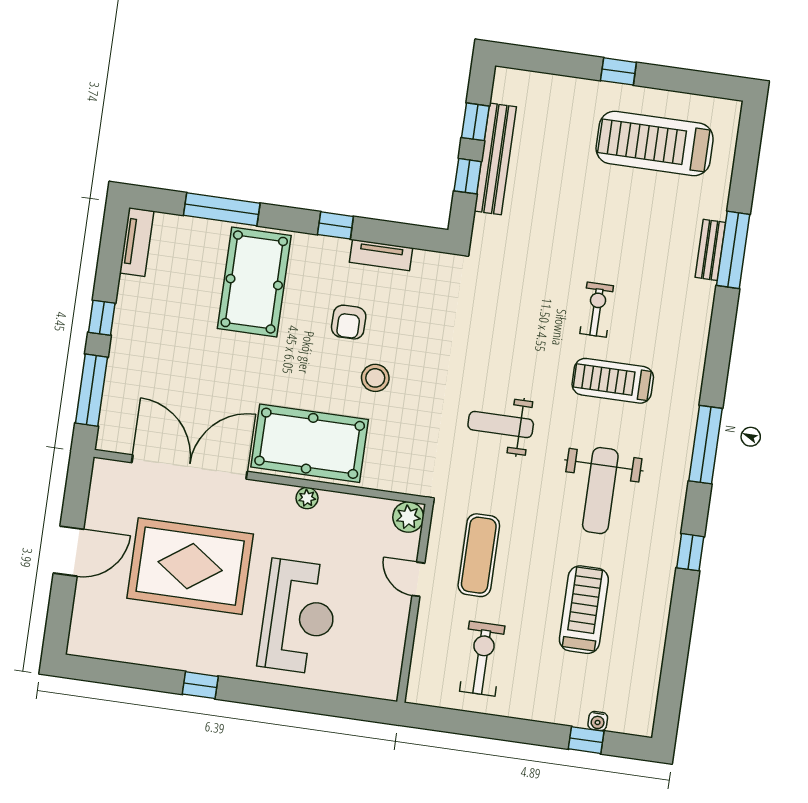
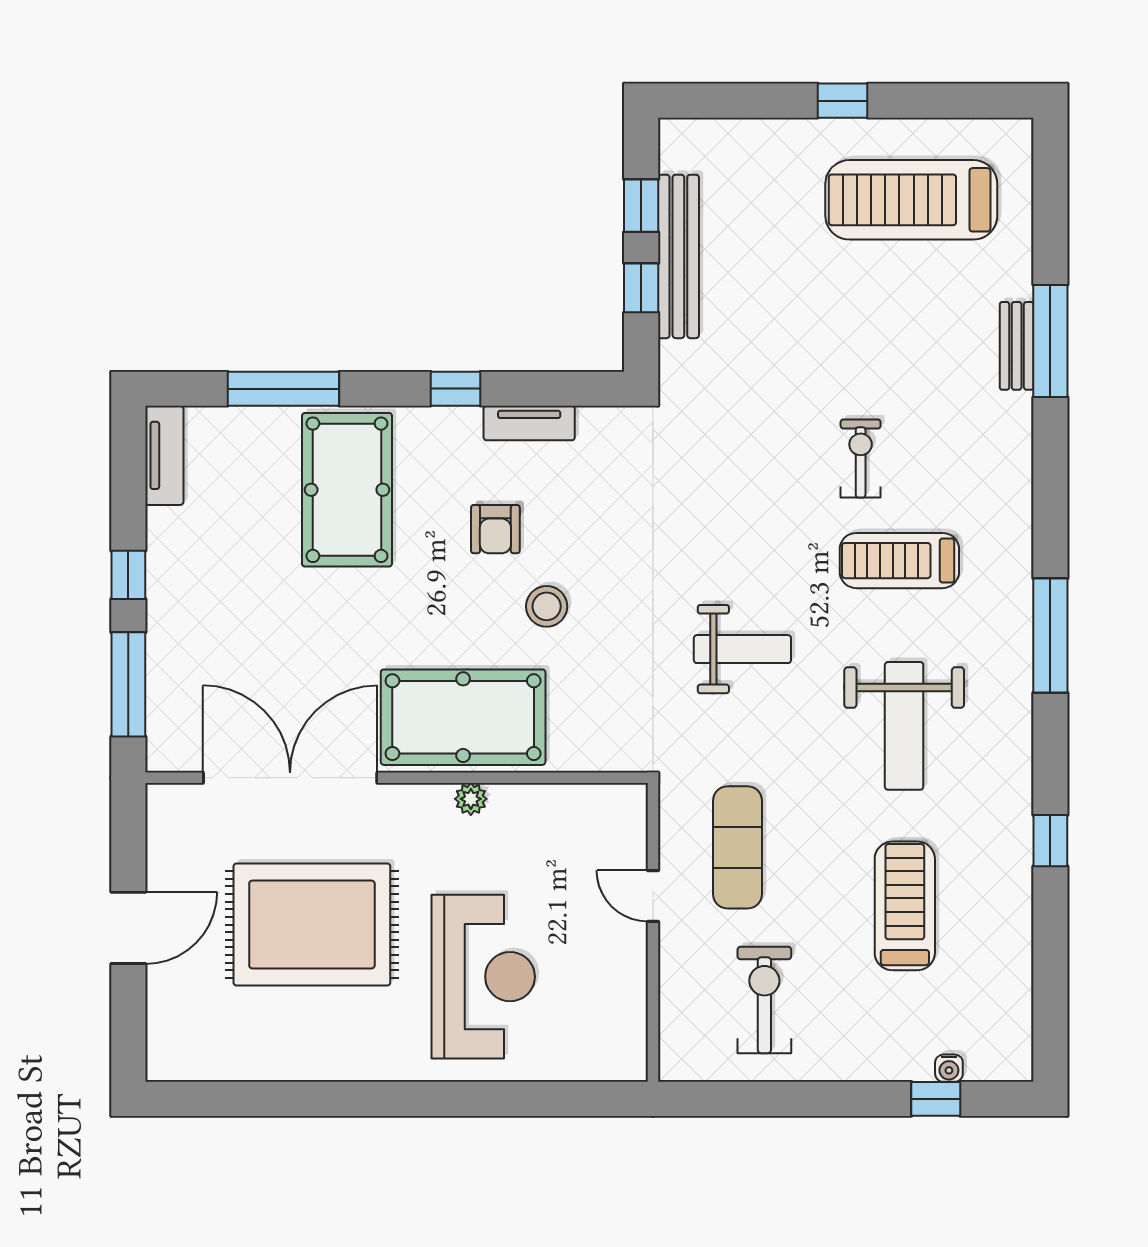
weight bench: (501, 425) -> (742, 649), turned 180
plant: (408, 517) -> (625, 806), removed
window: (690, 552) -> (1050, 841), moved
window: (200, 685) -> (352, 1099), removed

